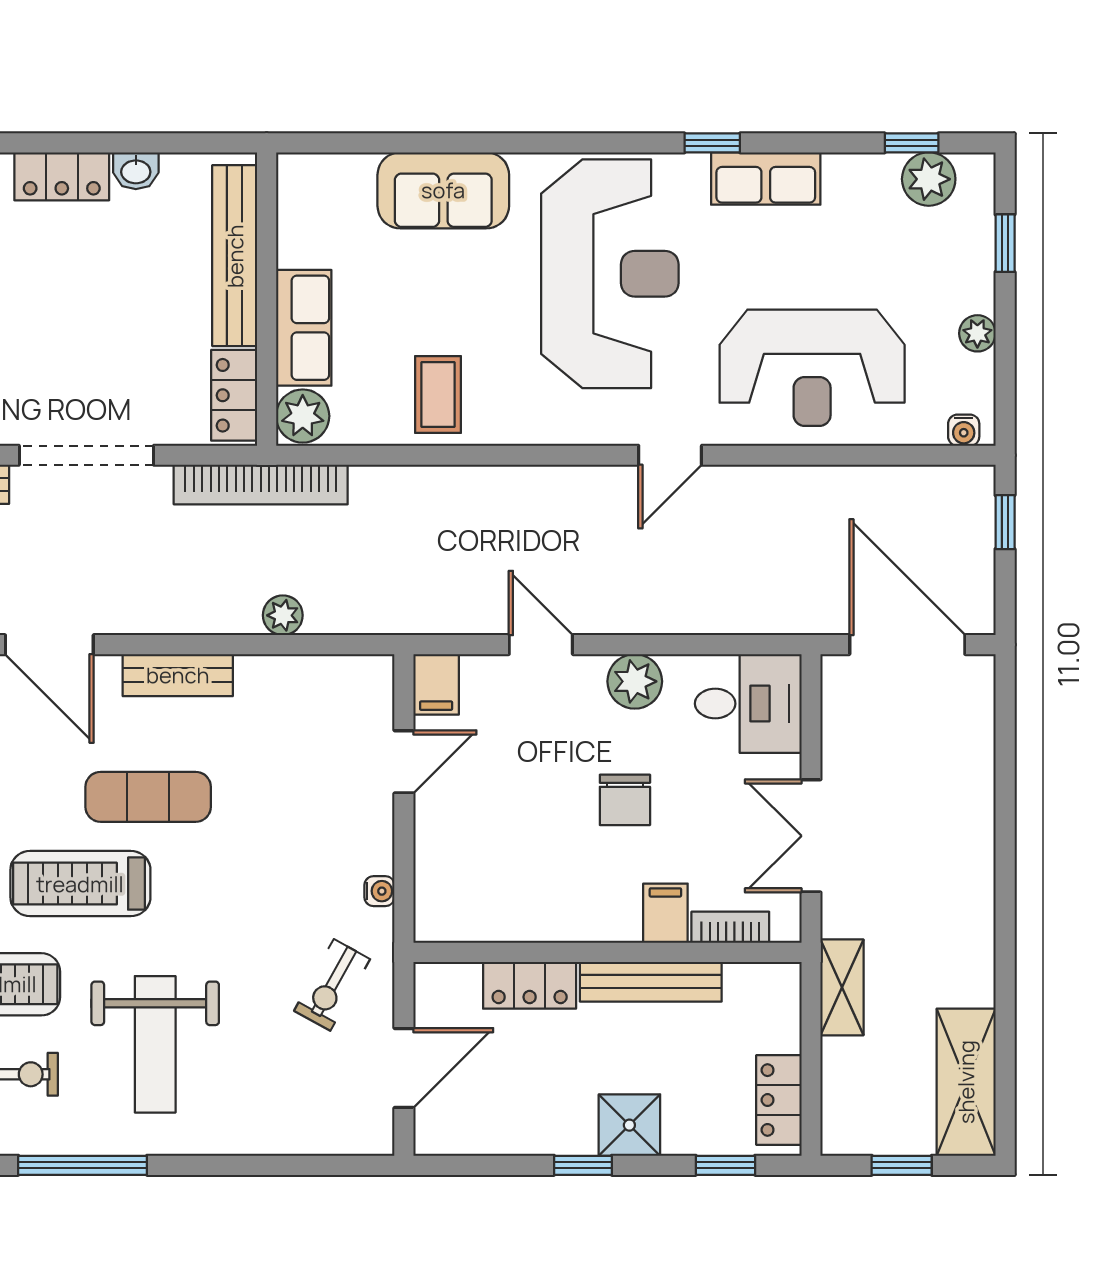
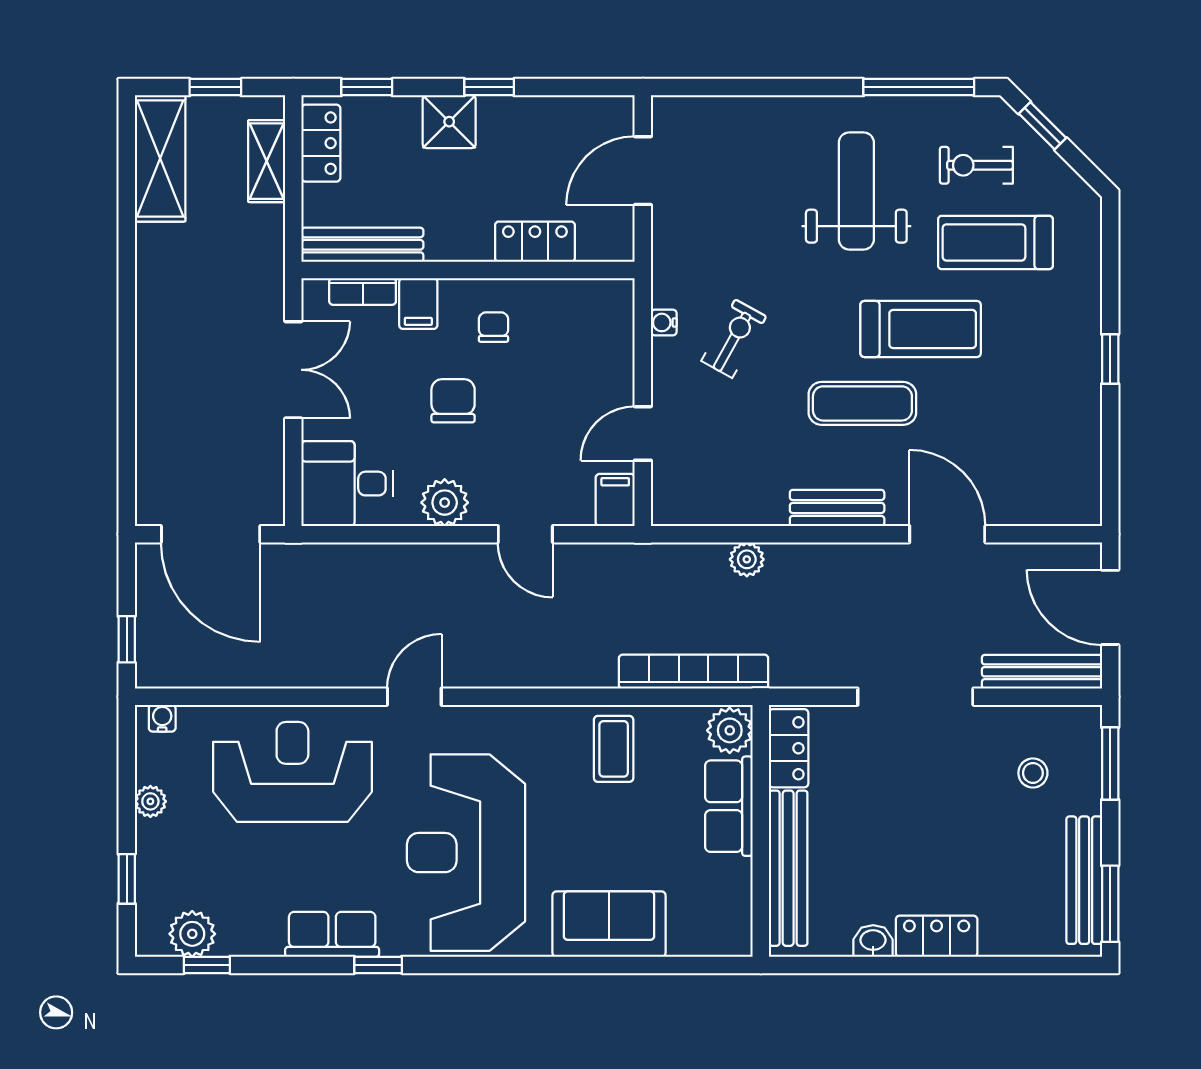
bookcase: (261, 485) -> (694, 672), moved
chair: (578, 886) -> (494, 327), added
bench: (651, 982) -> (362, 245), moved
exercise bike: (332, 985) -> (734, 339), moved
shelving: (842, 987) -> (267, 161), moved

